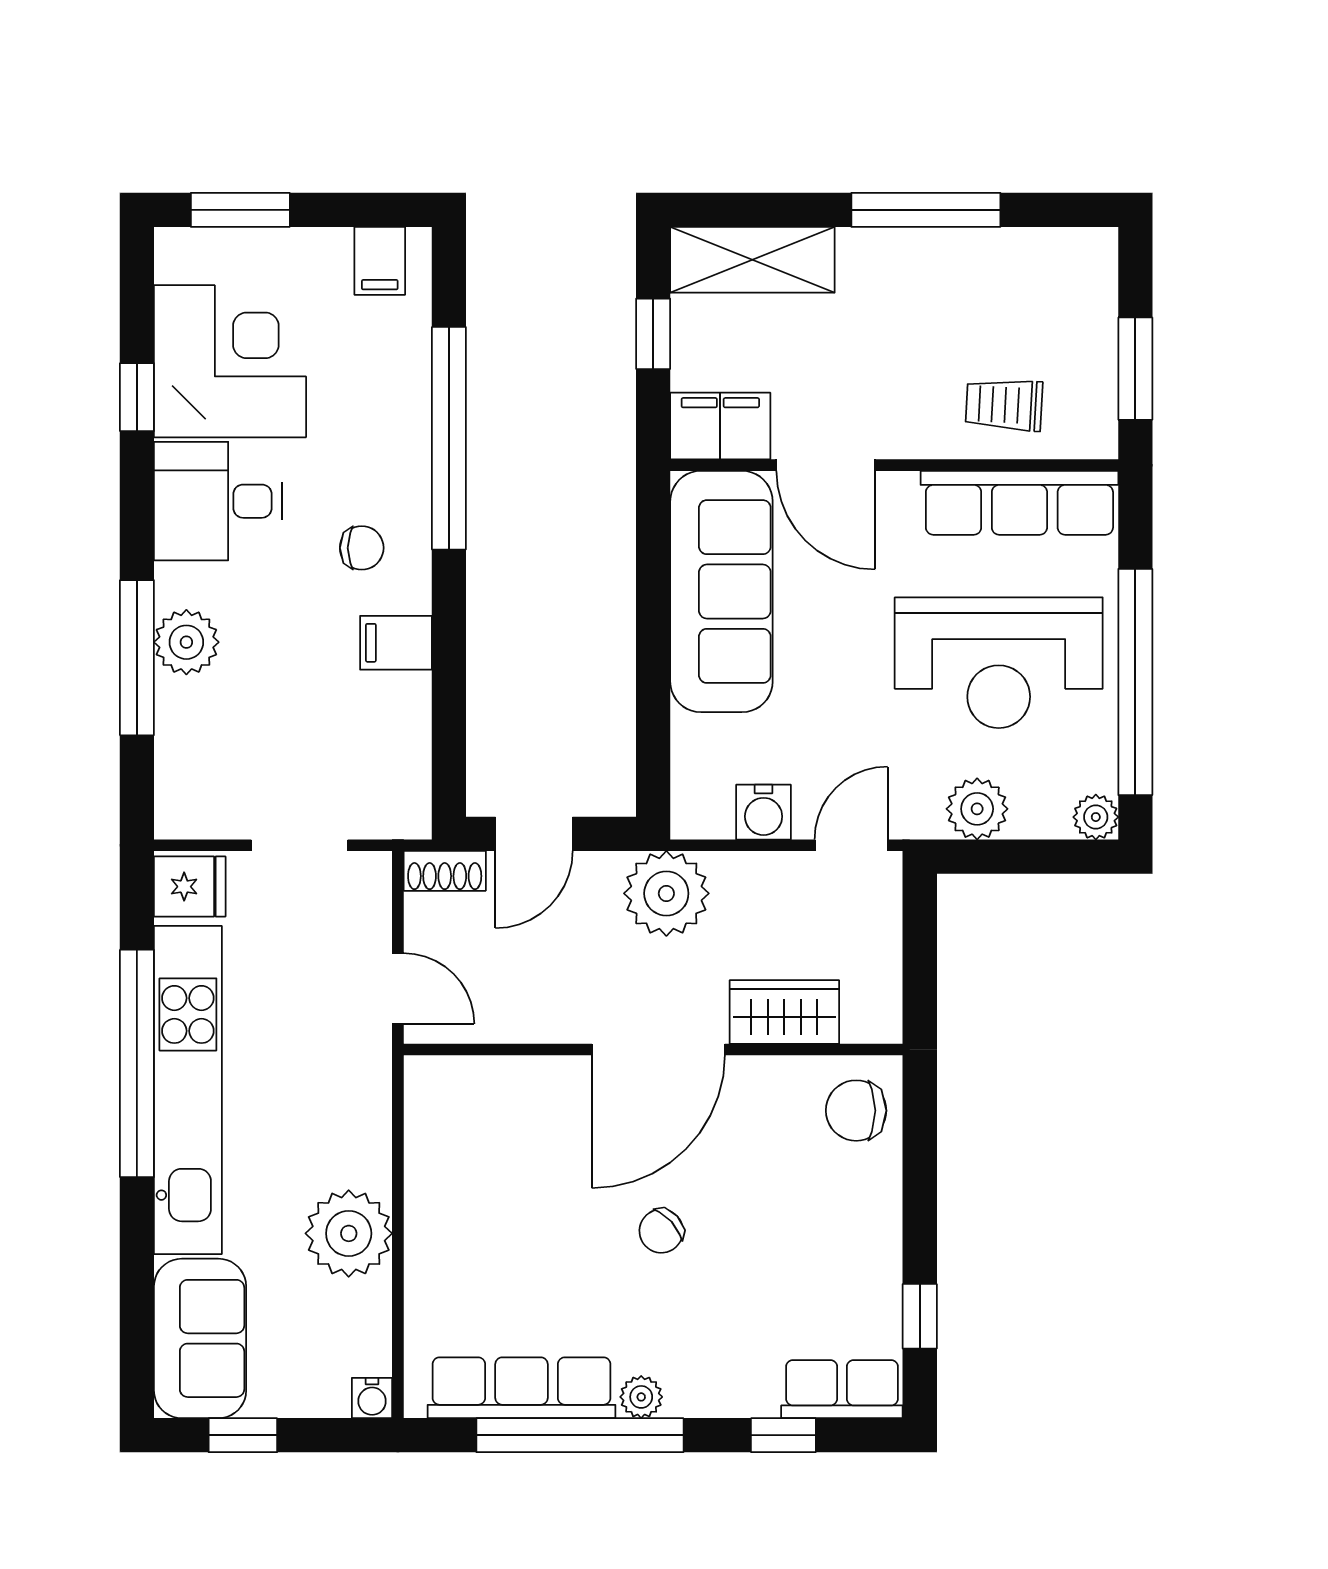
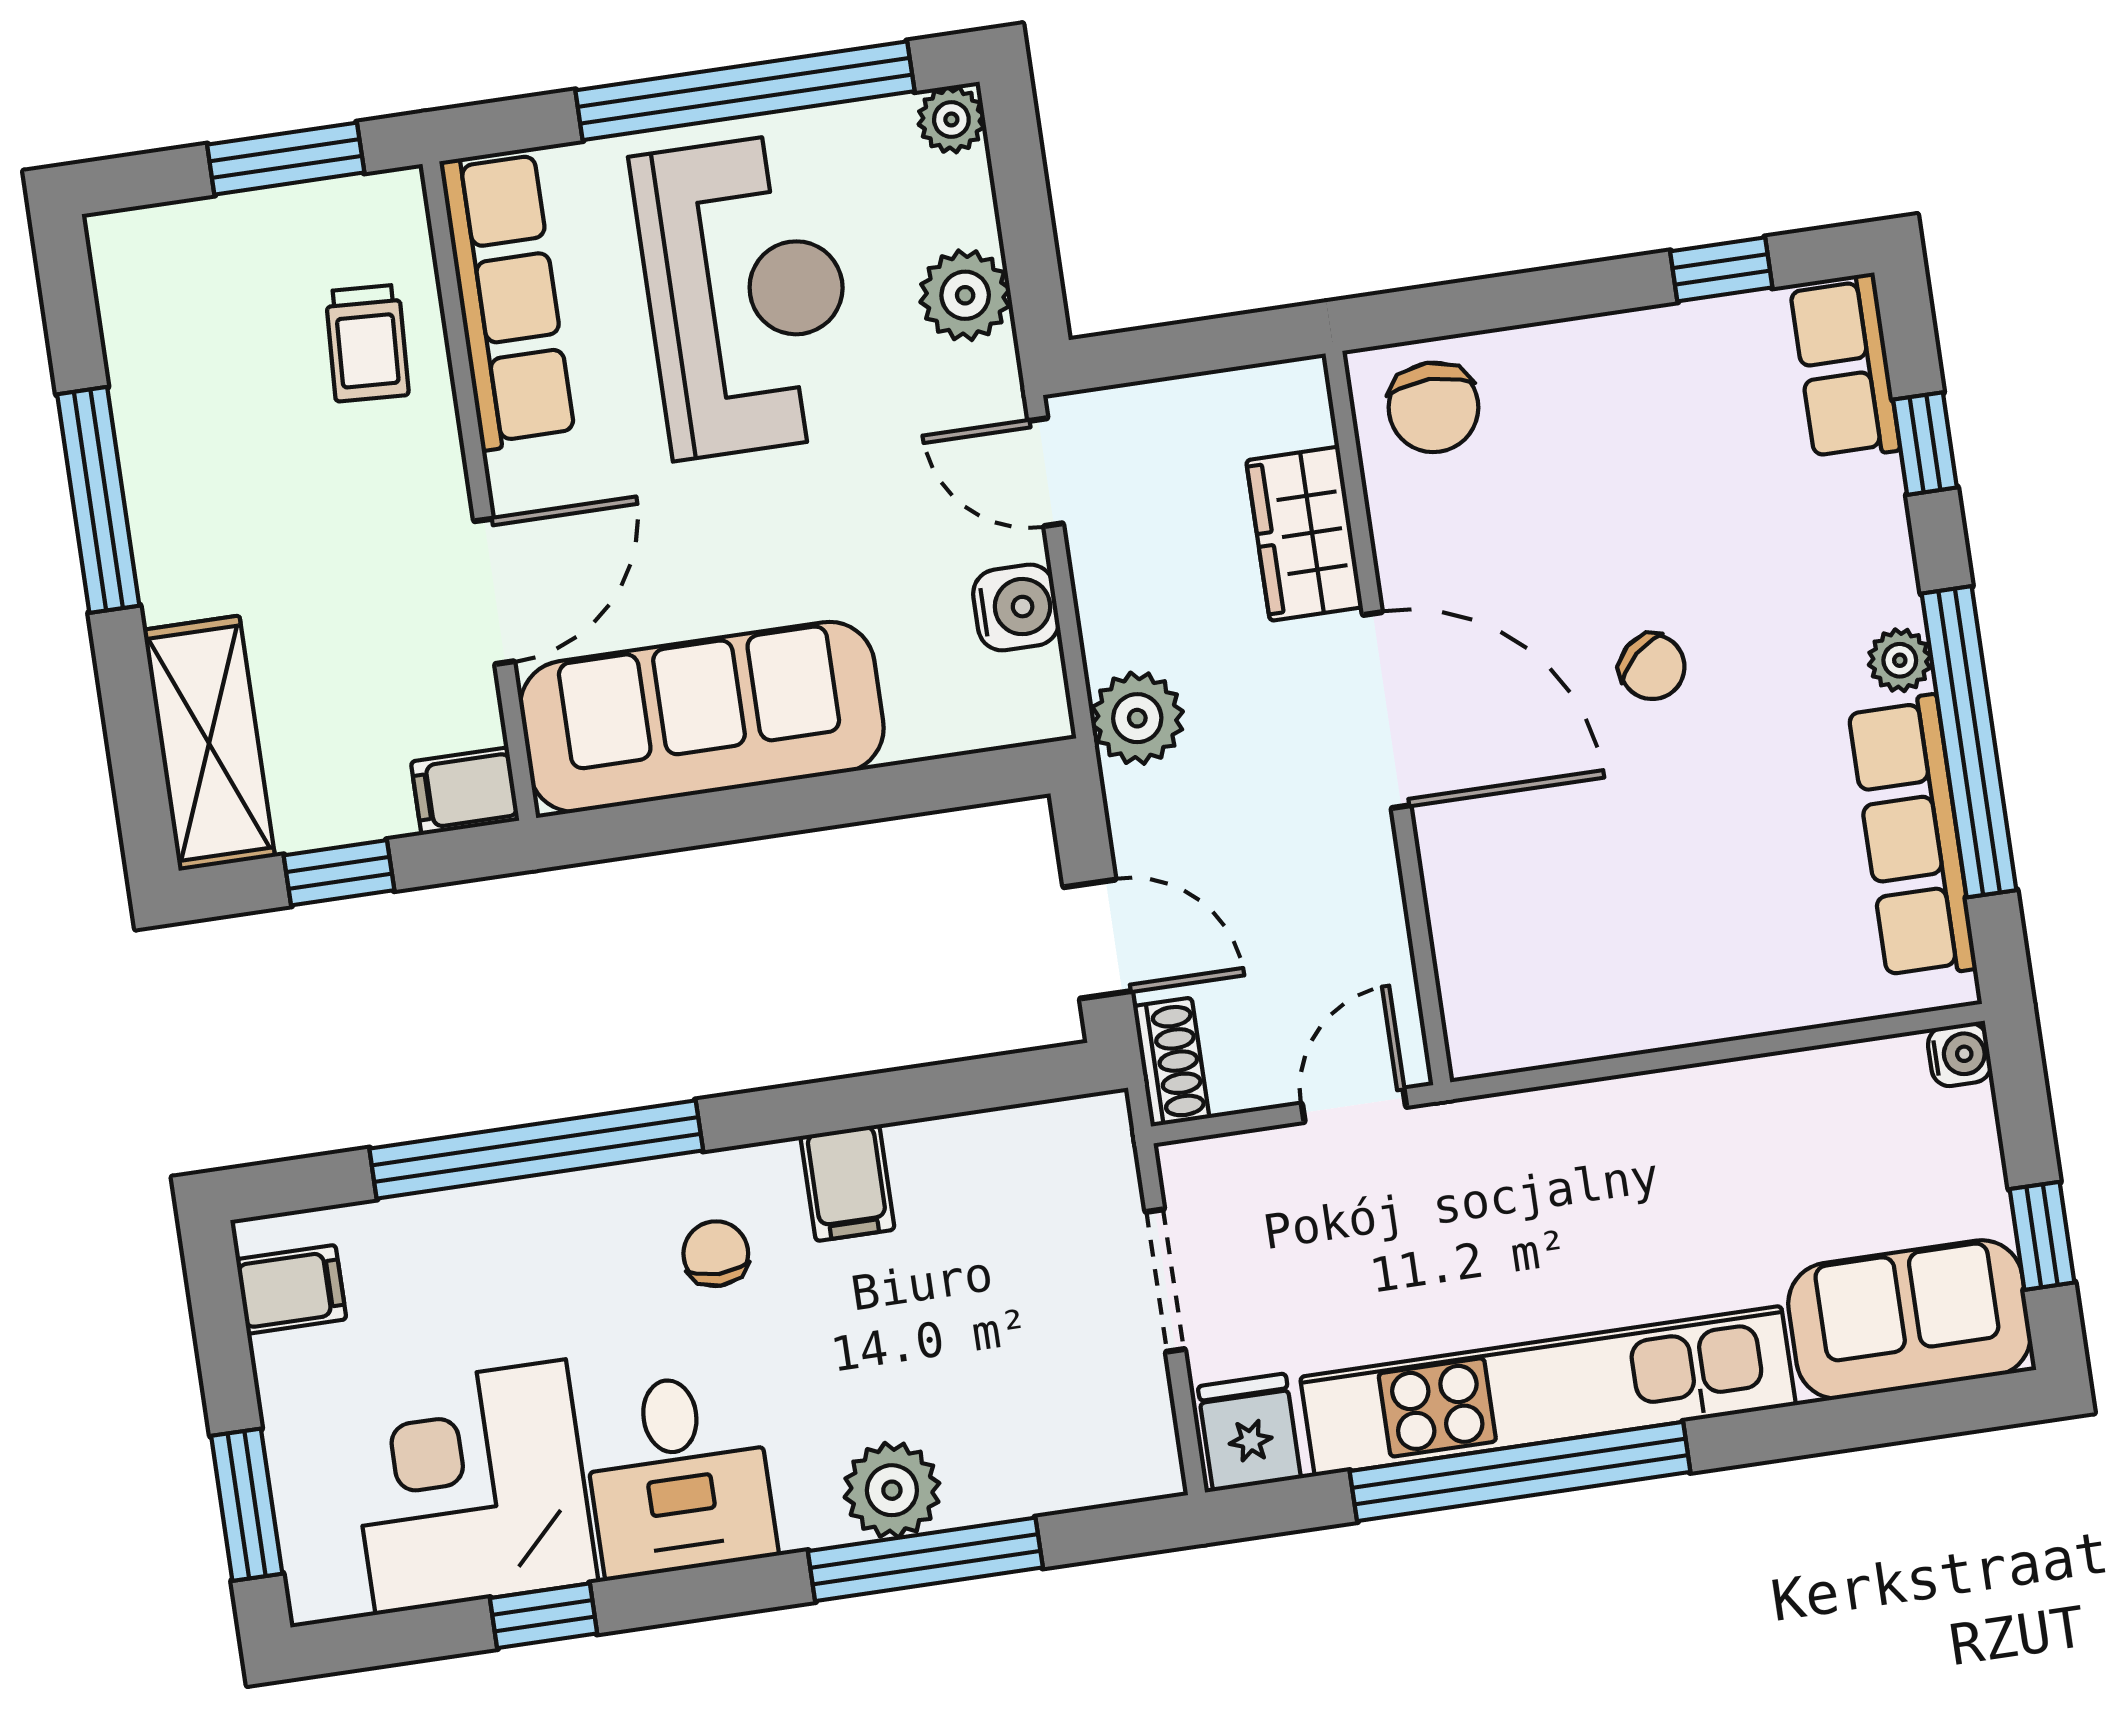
filing cabinet: (720, 426) -> (465, 791), width x0.50
plant: (666, 893) -> (1137, 718), width x0.73, depth x0.73
plant: (349, 1233) -> (1723, 1124), removed

